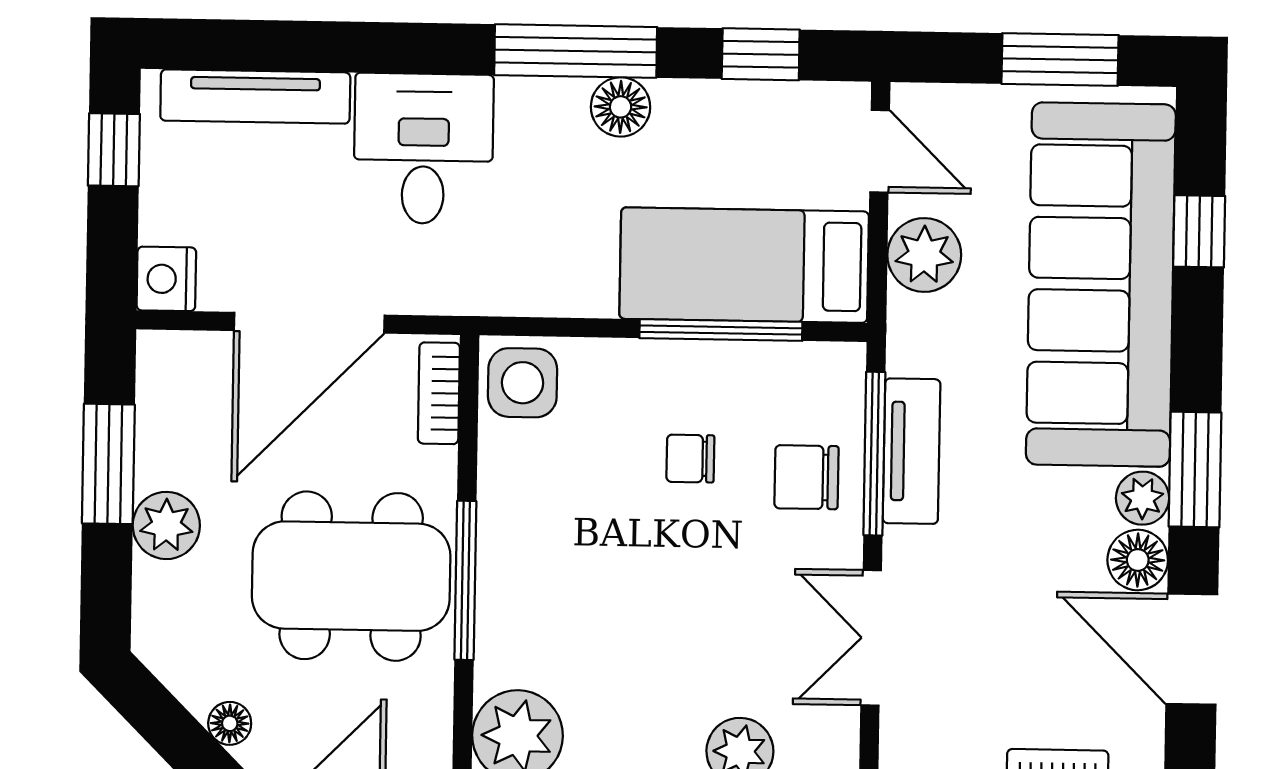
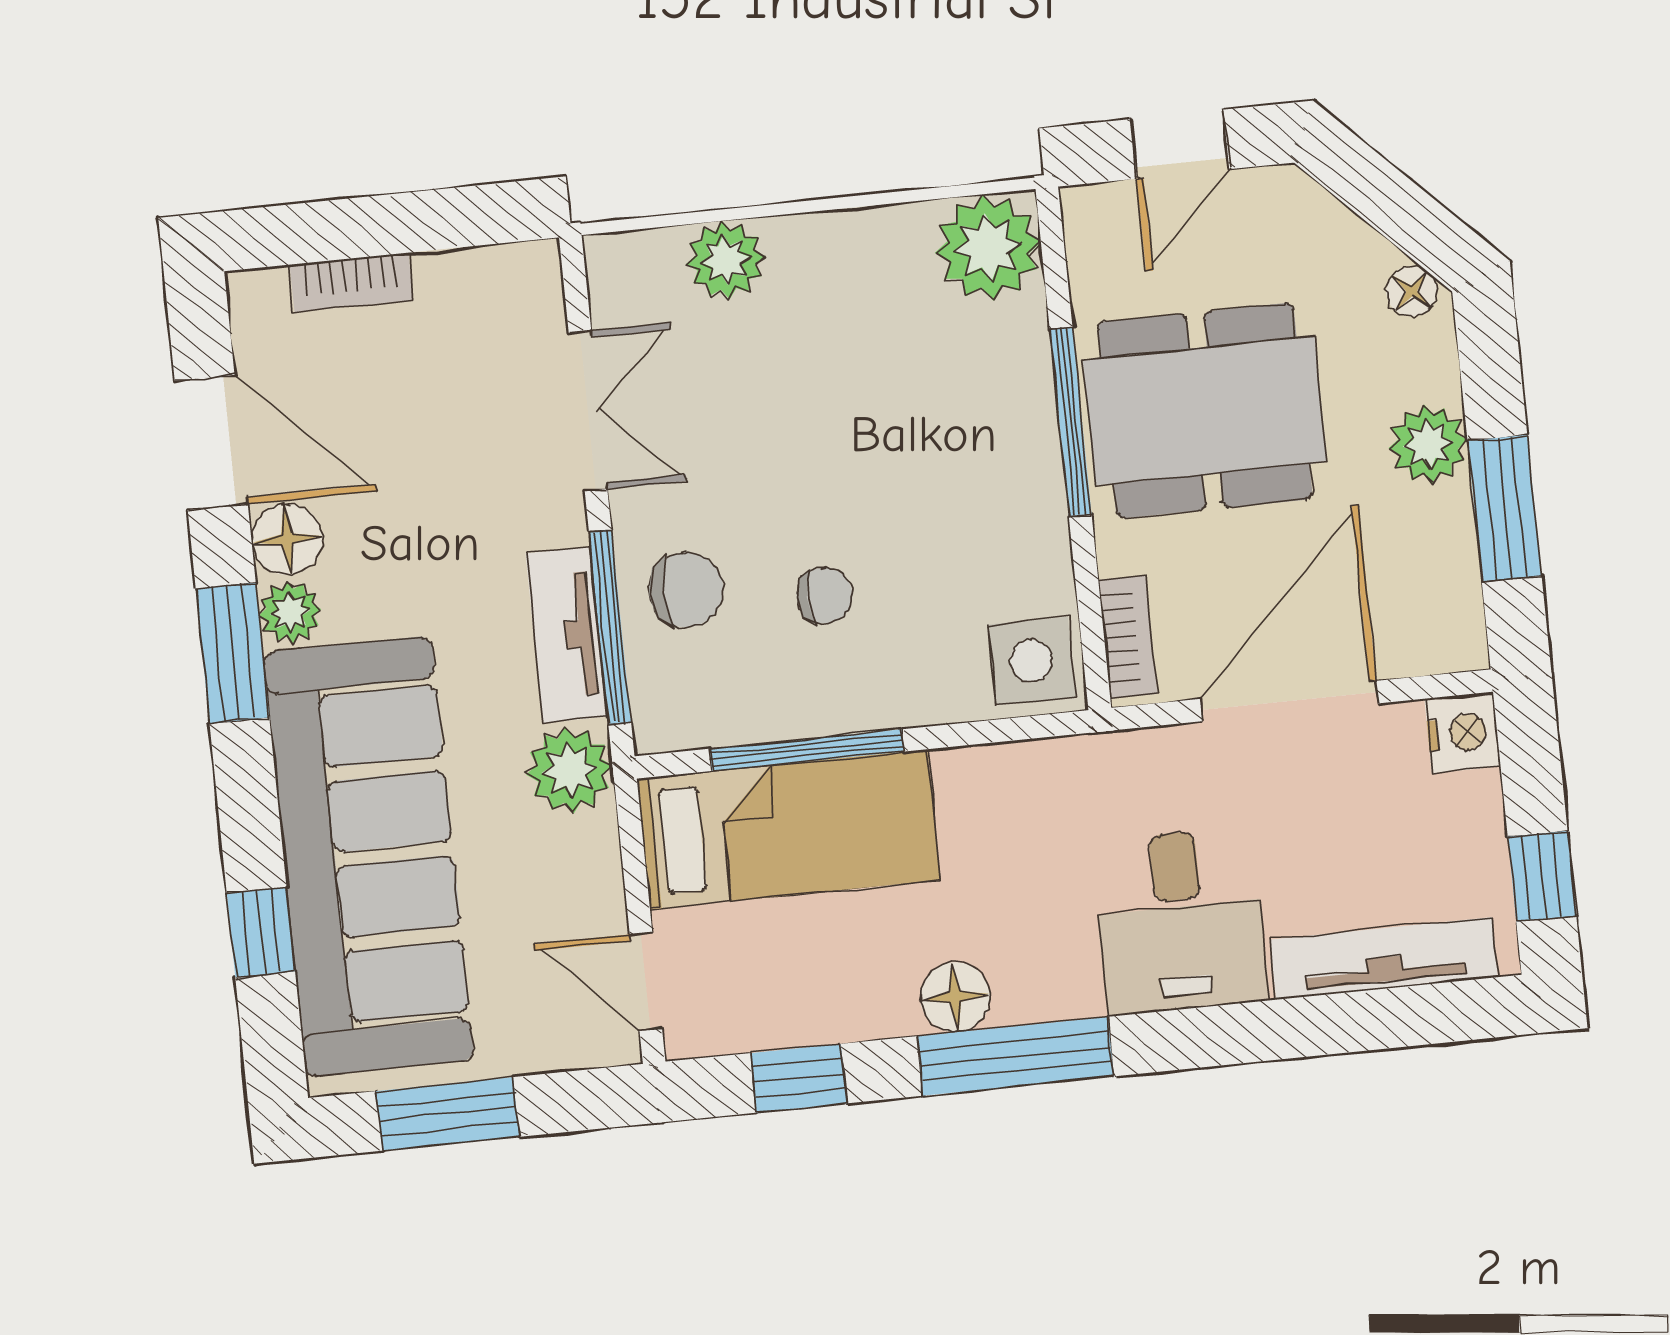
plant: (924, 255) -> (569, 770), moved
floor lamp: (230, 723) -> (1412, 291), moved

